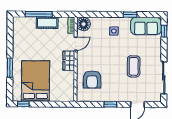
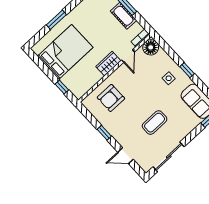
window: (130, 15) -> (187, 70), moved
door: (76, 44) -> (128, 56), hinge flipped
window: (23, 104) -> (62, 87), moved

